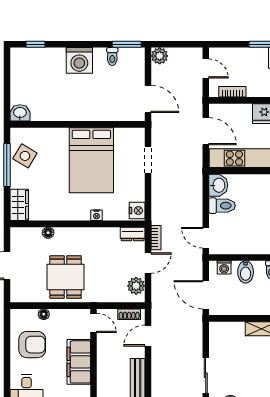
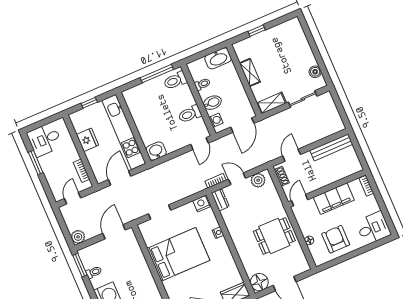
toilet: (222, 206) -> (190, 114), moved, turned -90
floor lamp: (48, 233) -> (259, 282), moved, width x1.89, depth x1.89
door: (148, 336) -> (292, 155), swing flipped
shelving: (216, 338) -> (272, 103), added

